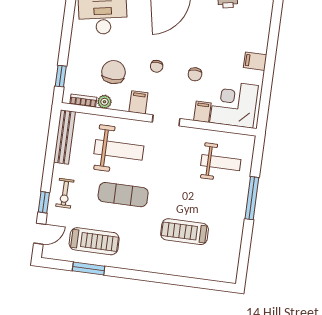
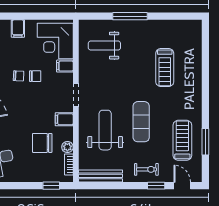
chair: (157, 66) -> (19, 76), moved
weight bench: (221, 163) -> (104, 46), turned -90

